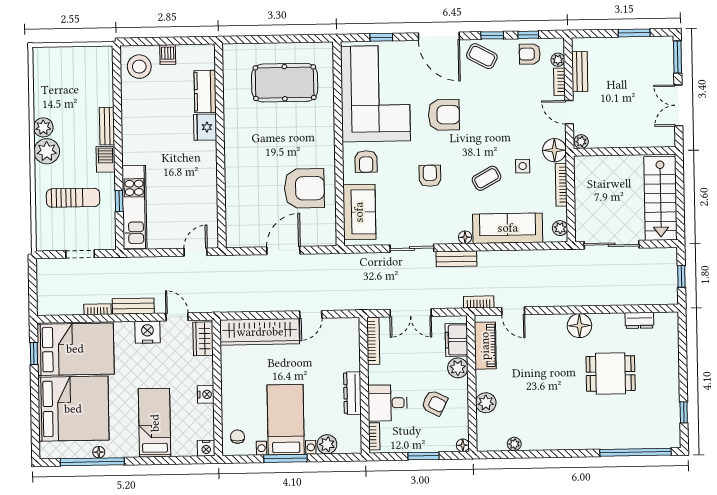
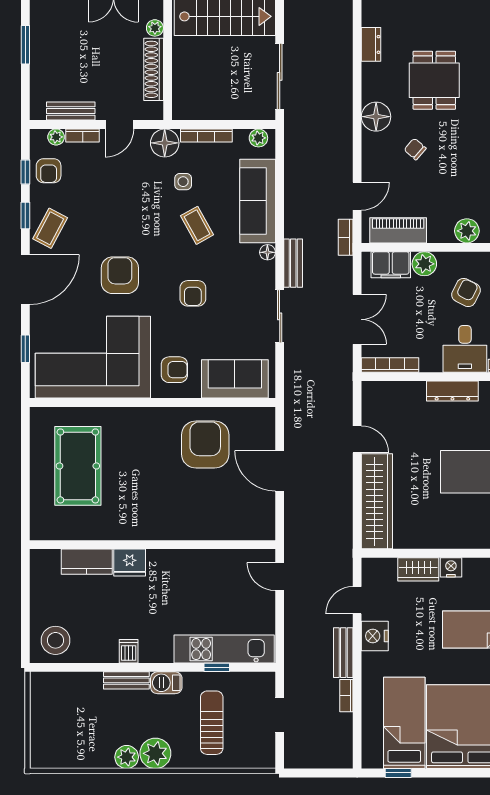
dishwasher: (168, 55) -> (129, 651), moved, turned -90
shoe rack: (616, 140) -> (154, 69), added
plant: (581, 142) -> (155, 28), moved
armchair: (430, 176) -> (193, 293), turned -90
wardrobe: (203, 339) -> (418, 569), moved
bed: (75, 349) -> (404, 723), width x0.67
chair: (553, 359) -> (415, 149), added

